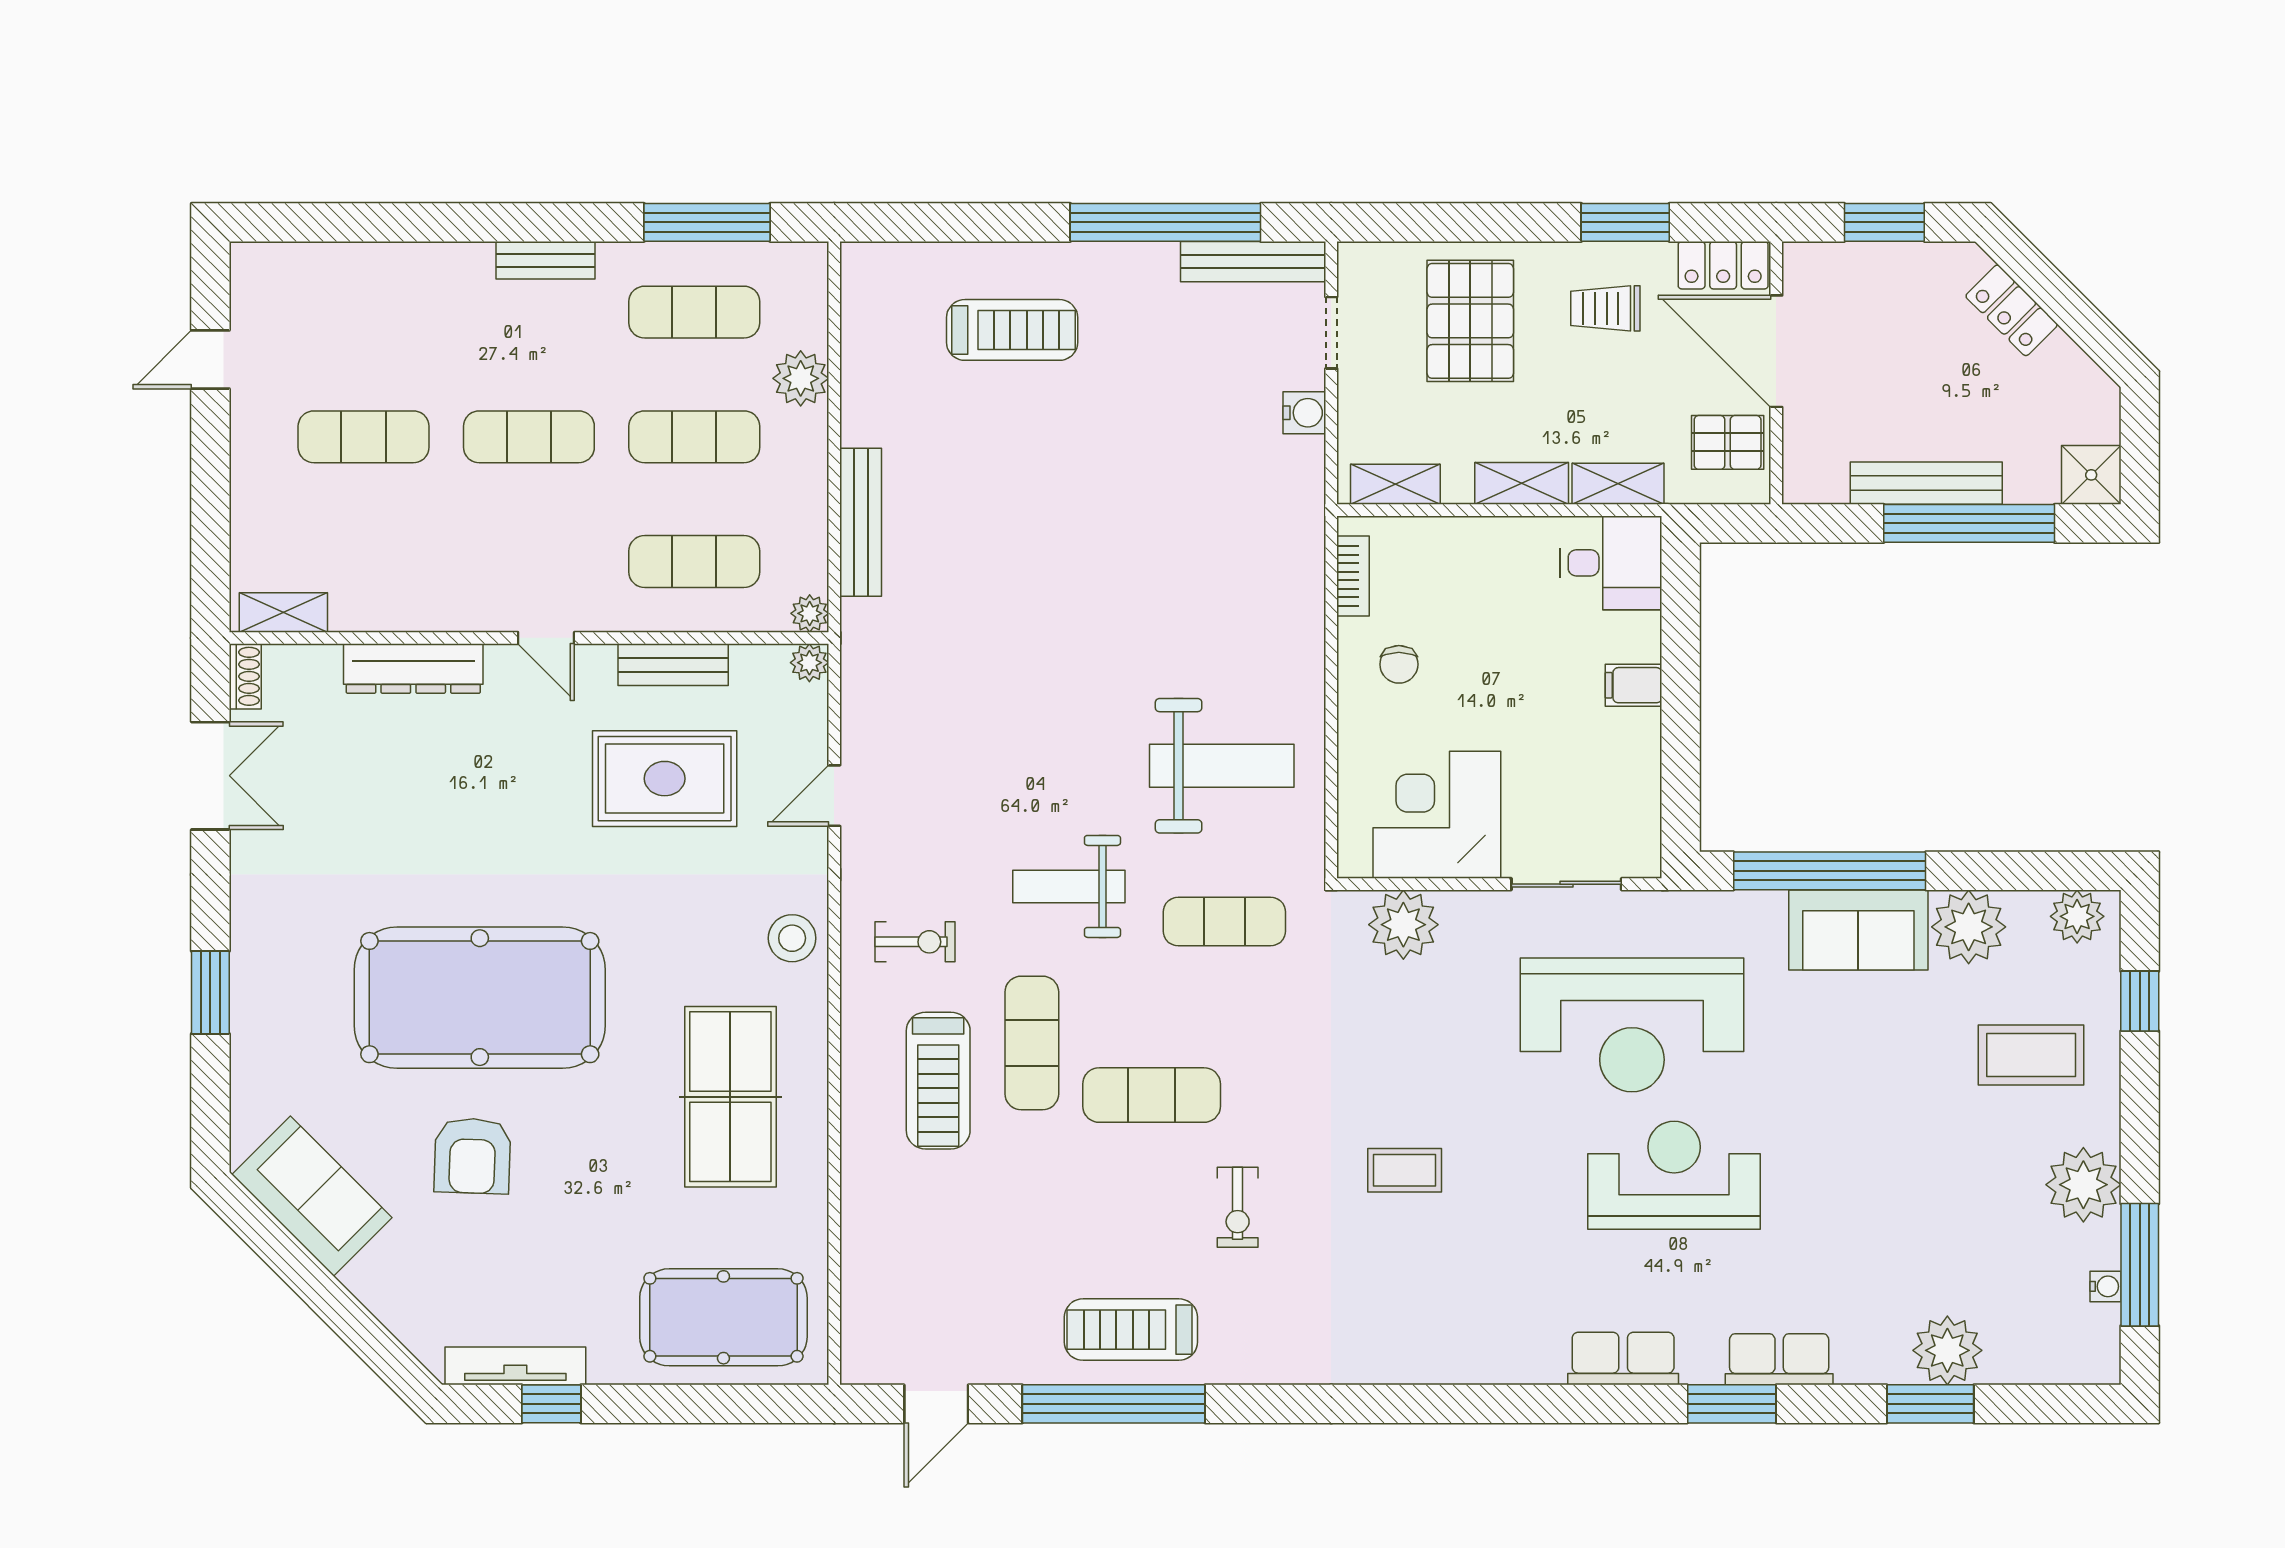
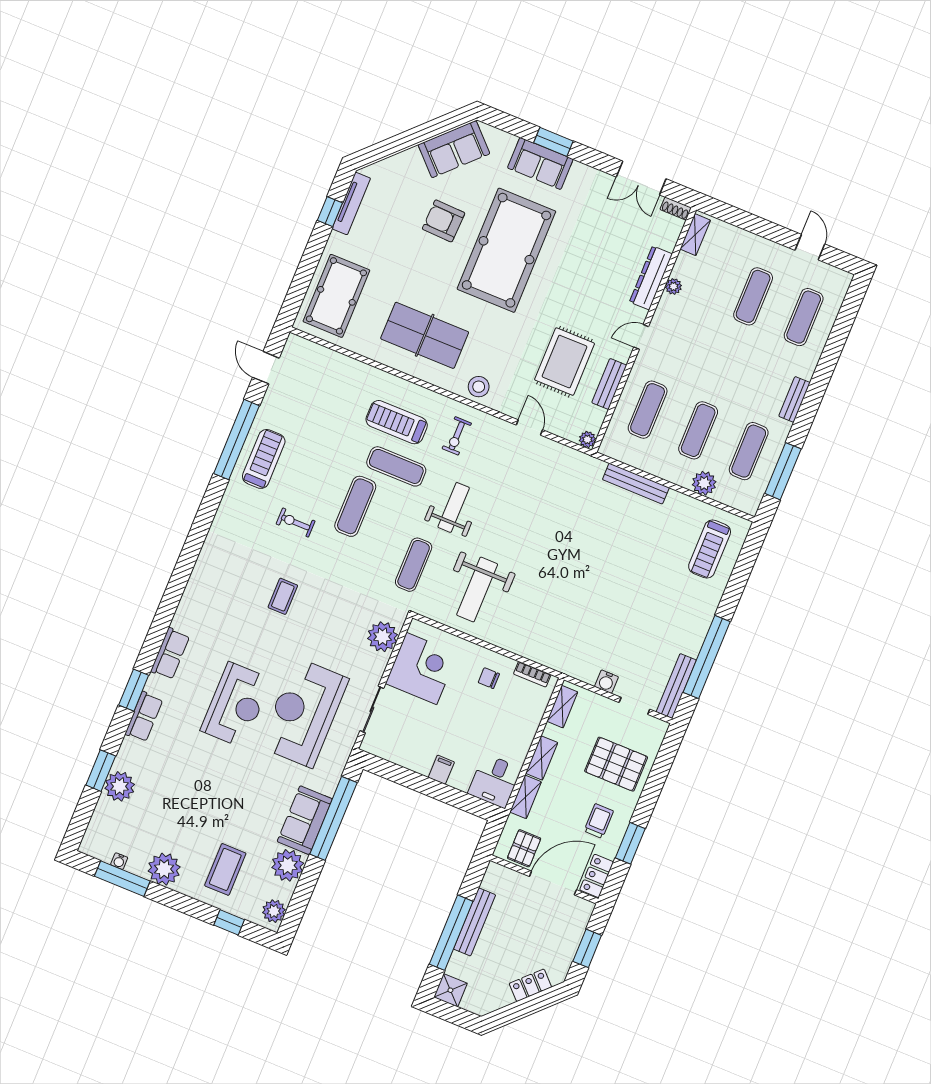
treadmill: (1012, 330) -> (710, 549), moved
exercise mat: (529, 437) -> (804, 317), moved
plant: (810, 613) -> (674, 286), moved
sofa: (267, 1001) -> (540, 164), added

